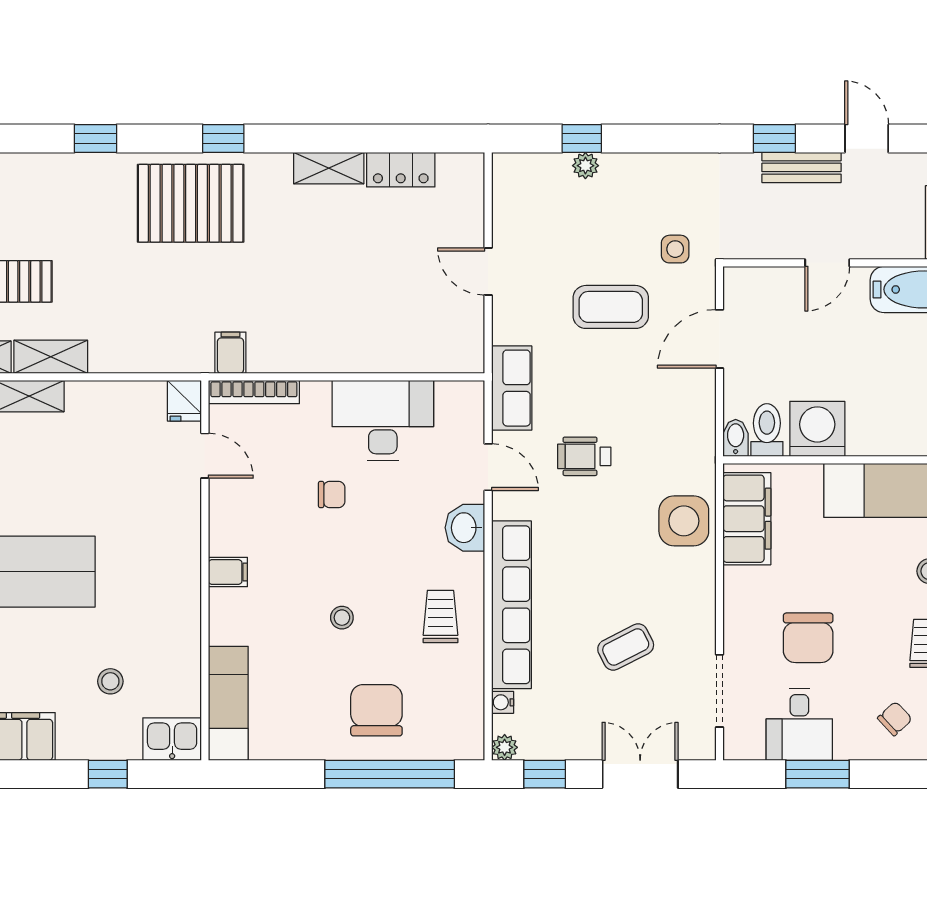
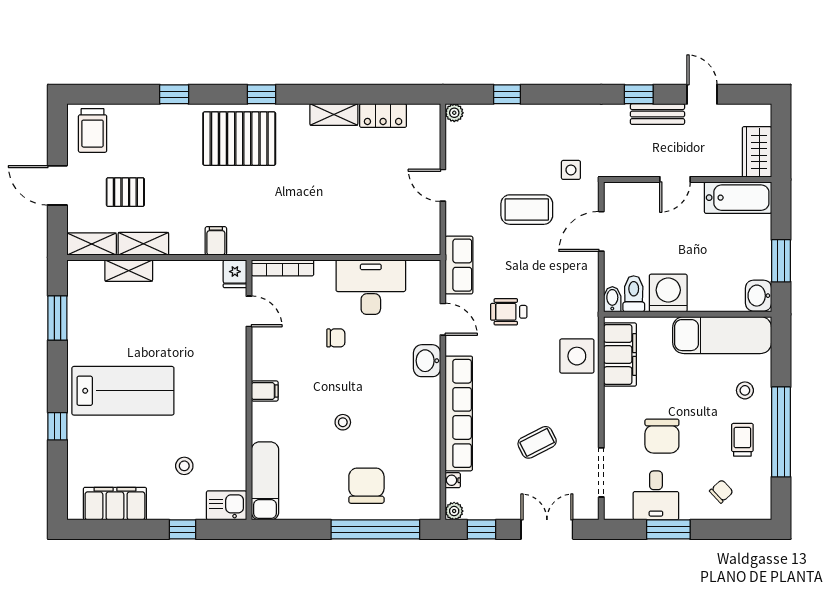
plant: (585, 166) -> (454, 113), moved
filing cabinet: (230, 353) -> (216, 241), moved
trolley: (440, 617) -> (410, 421), removed

